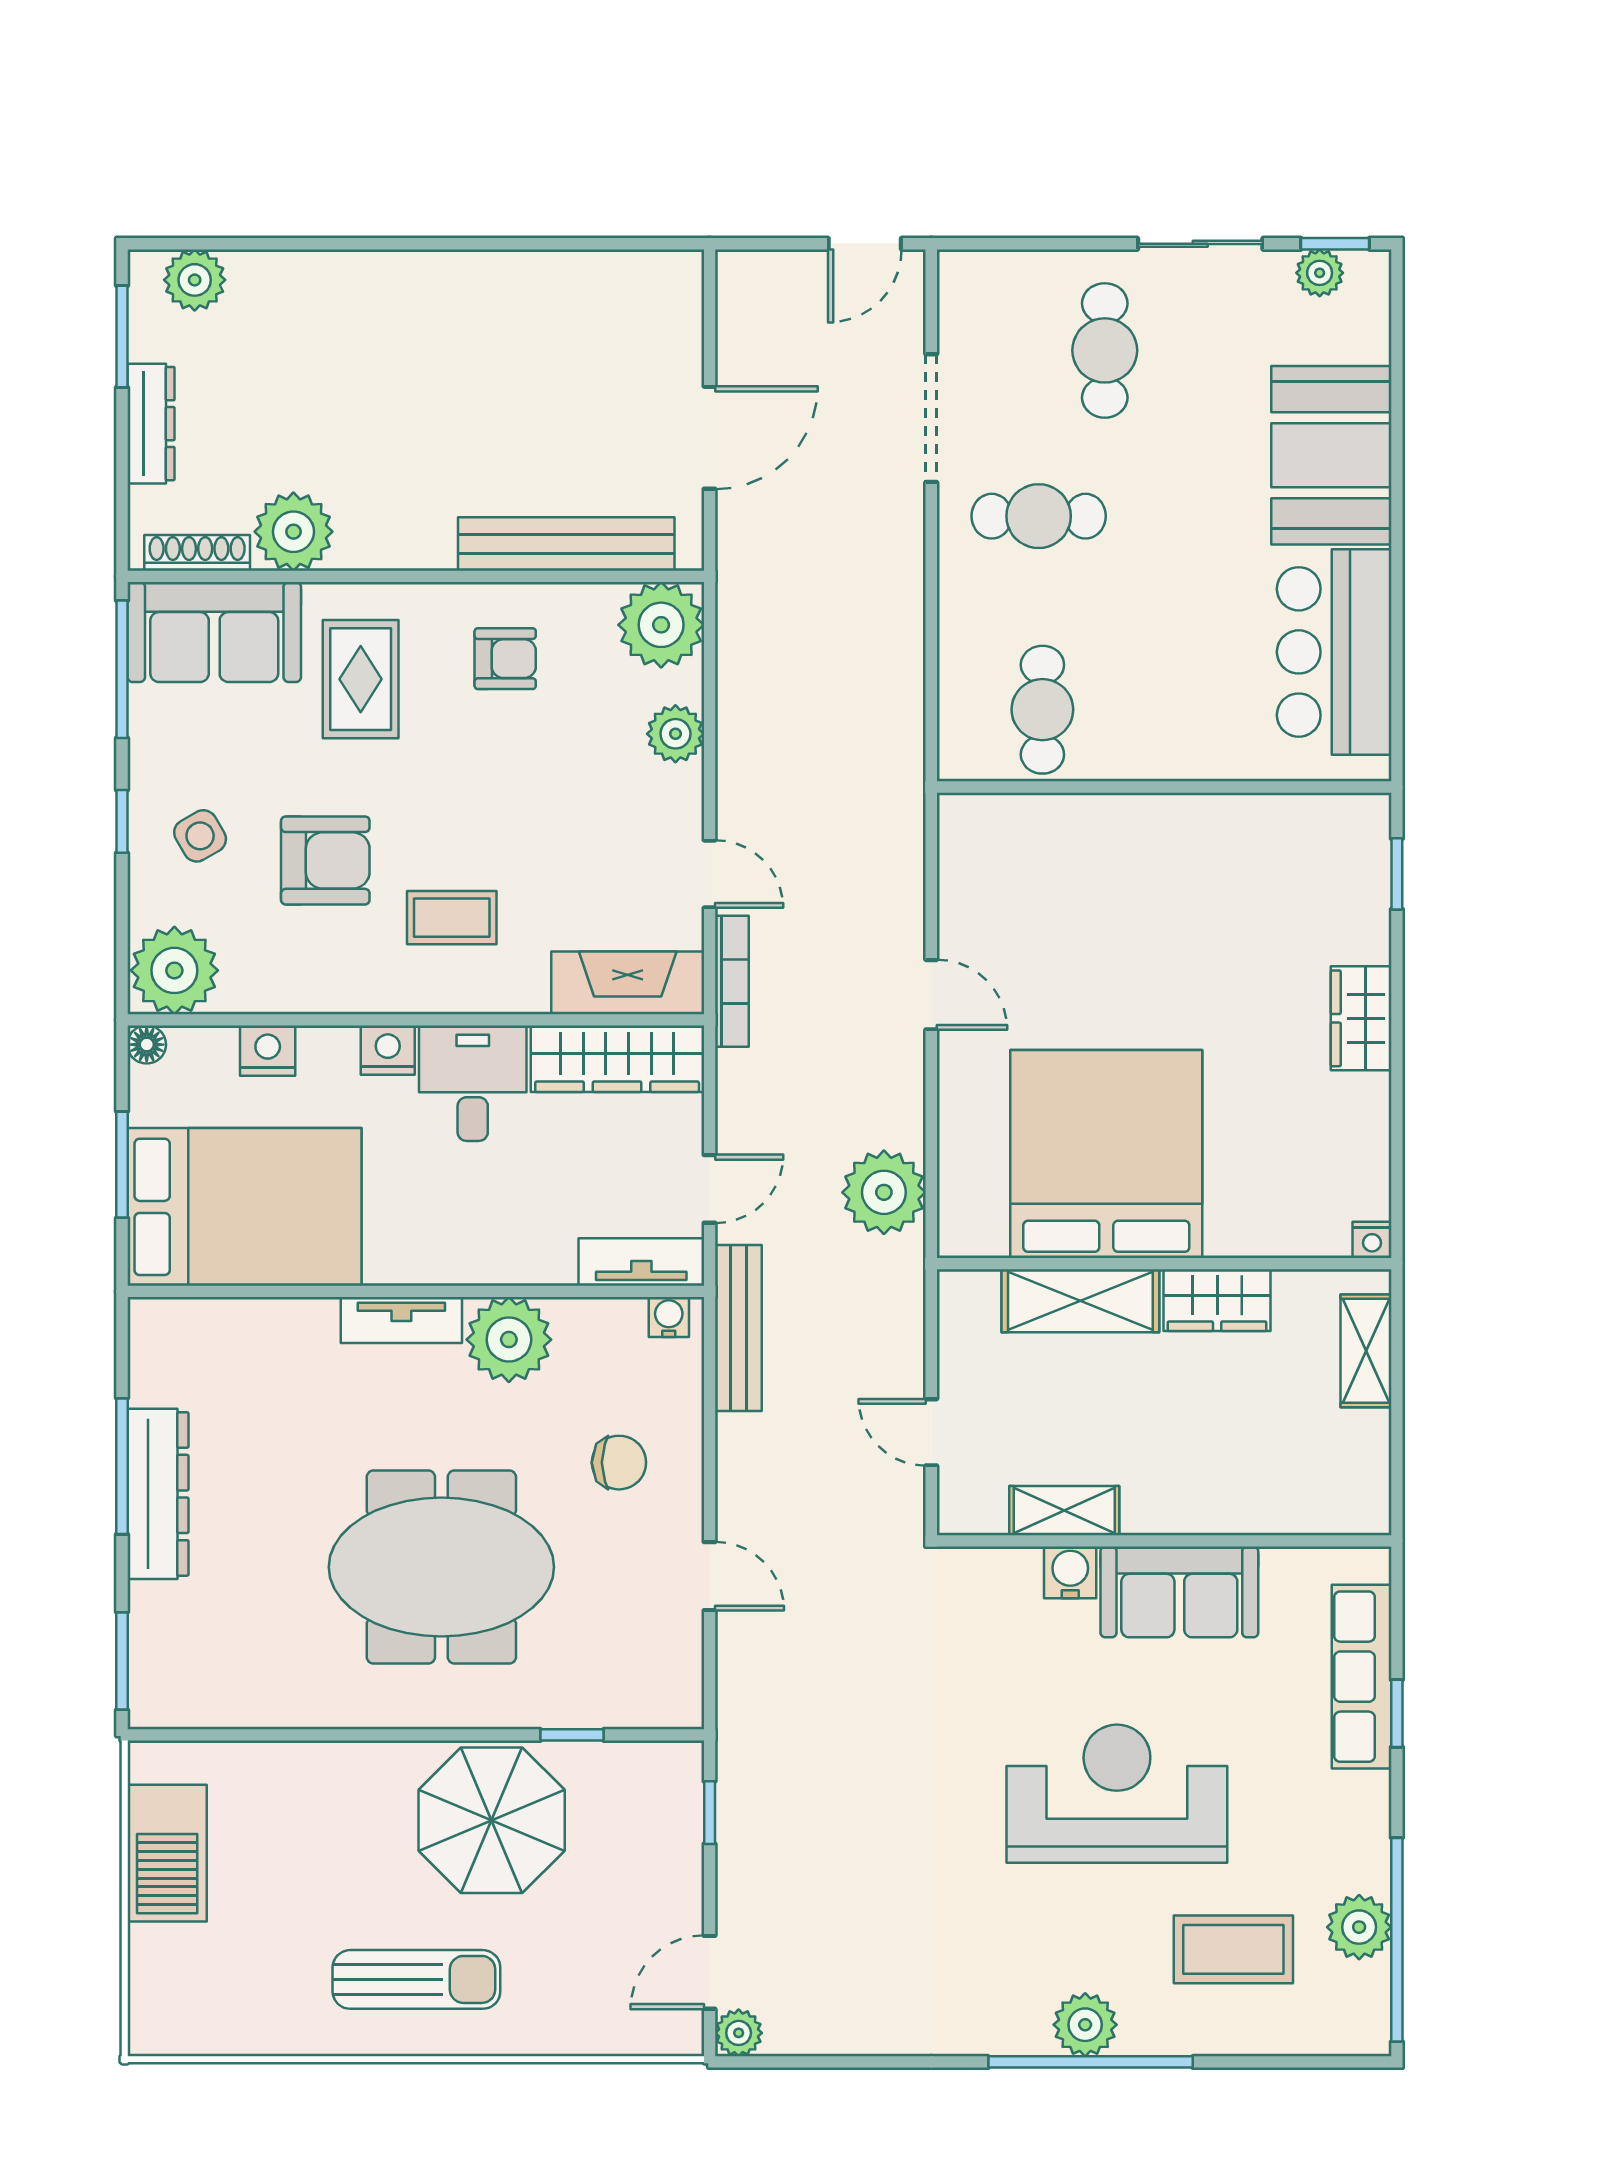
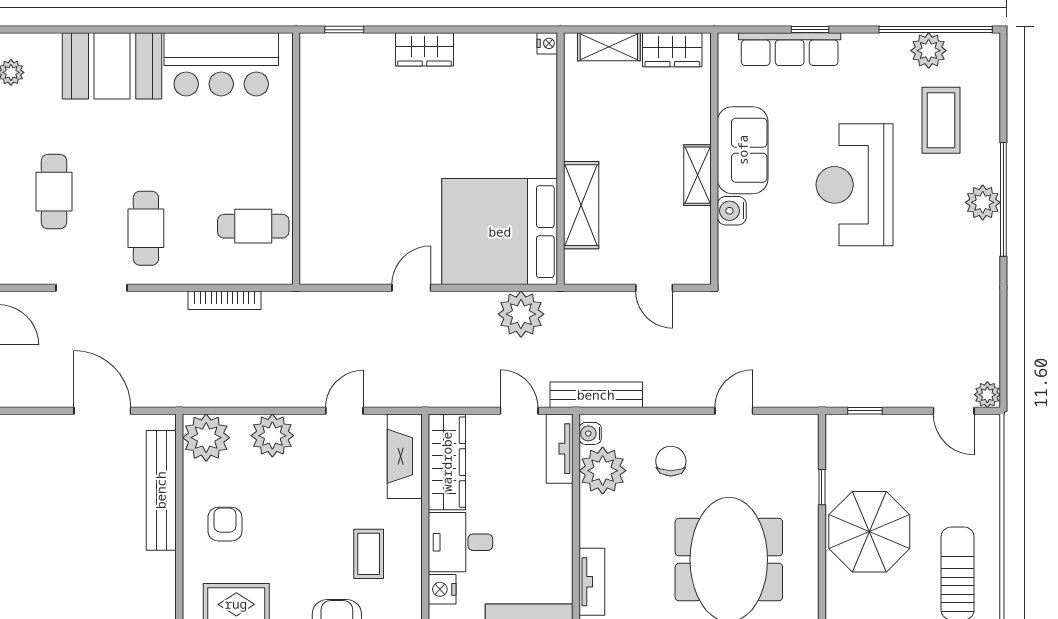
cafe table: (1105, 350) -> (54, 192), turned 90
plant: (675, 734) -> (272, 436), width x1.36, depth x1.36
bookcase: (732, 981) -> (225, 300), moved, turned 180
bed: (1106, 1154) -> (500, 232), moved
wardrobe: (1217, 1300) -> (672, 50), moved, turned 90
plant: (509, 1340) -> (603, 471), moved
door: (931, 1432) -> (654, 288), hinge flipped
shelving: (1064, 1511) -> (698, 175), moved

